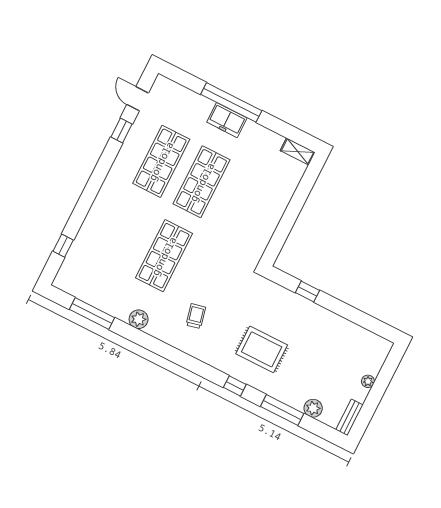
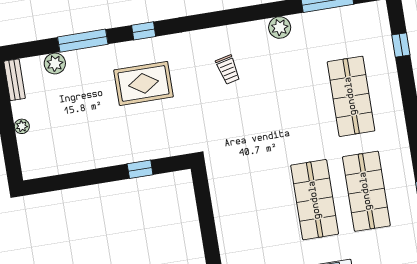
shop shelf: (164, 256) -> (351, 96), moved

